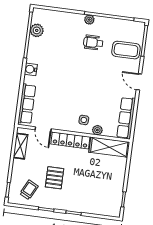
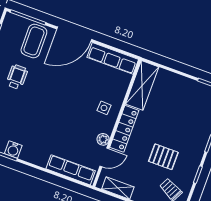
wheelchair: (93, 43) -> (17, 77), turned 180
water cooler: (31, 69) -> (13, 150), moved
door: (139, 82) -> (74, 34), width x1.88
plant: (97, 130) -> (103, 139), moved

